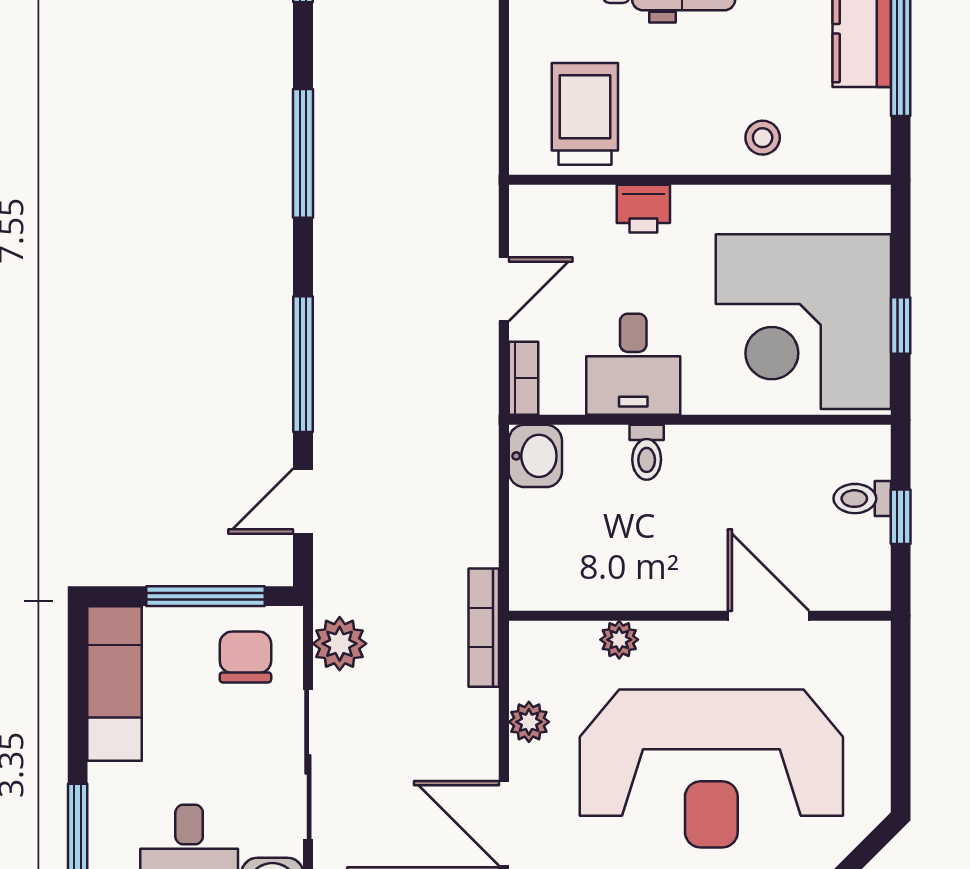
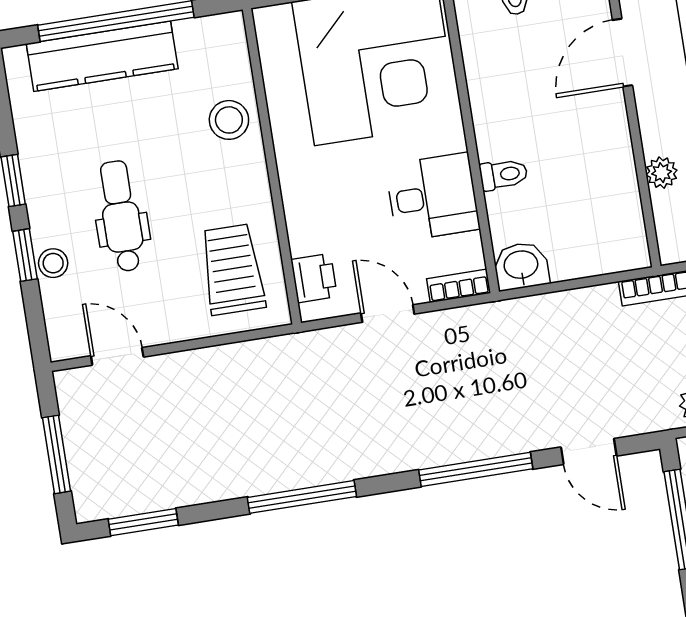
trolley: (585, 114) -> (233, 270), turned 90
stool: (763, 138) -> (229, 120), width x1.37, depth x1.37
printer: (643, 209) -> (314, 278), moved

